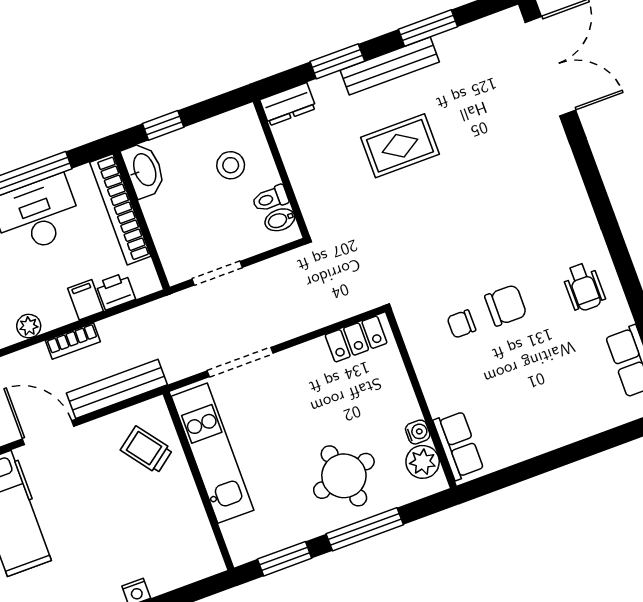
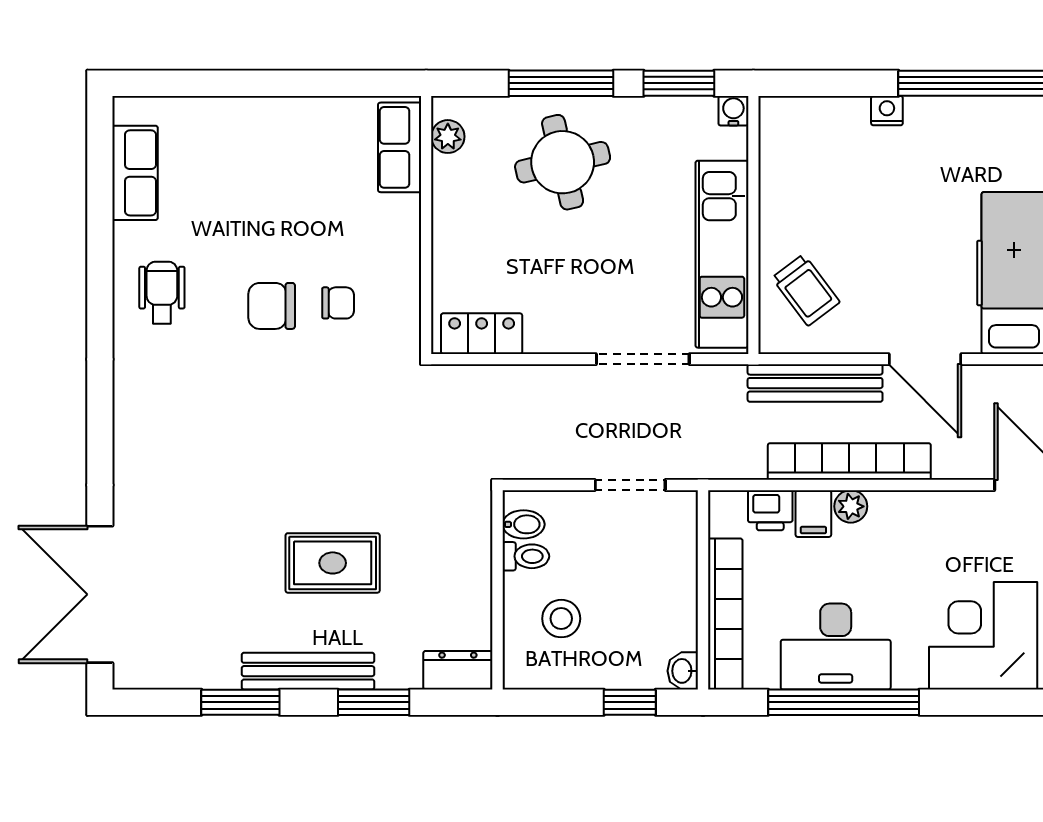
washbasin: (144, 170) -> (683, 671), width x0.52, depth x0.69
plant: (29, 326) -> (851, 506), moved
bookcase: (73, 341) -> (849, 462), width x2.31, depth x1.31
water cooler: (418, 432) -> (733, 111), moved, turned 90
plant: (423, 462) -> (448, 137), width x0.73, depth x0.73

